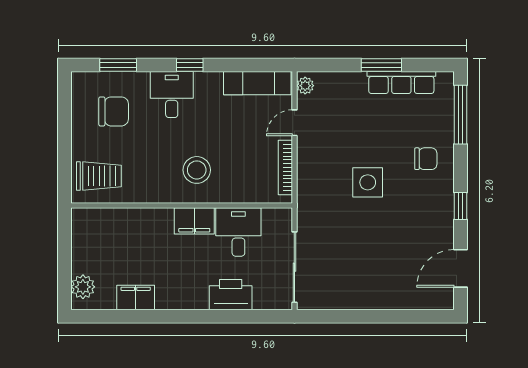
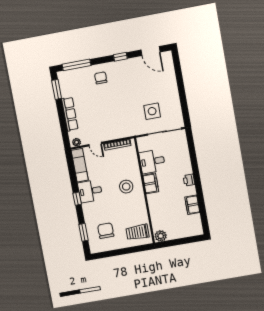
window: (381, 65) -> (57, 89), moved
row of seats: (401, 82) -> (70, 114), moved
desk: (172, 95) -> (90, 191), moved
trolley: (99, 176) -> (137, 232), turned -90
side table: (368, 182) -> (152, 111), moved
plant: (83, 287) -> (161, 236), moved
printer: (231, 295) -> (189, 180), moved, width x0.53, depth x0.68

